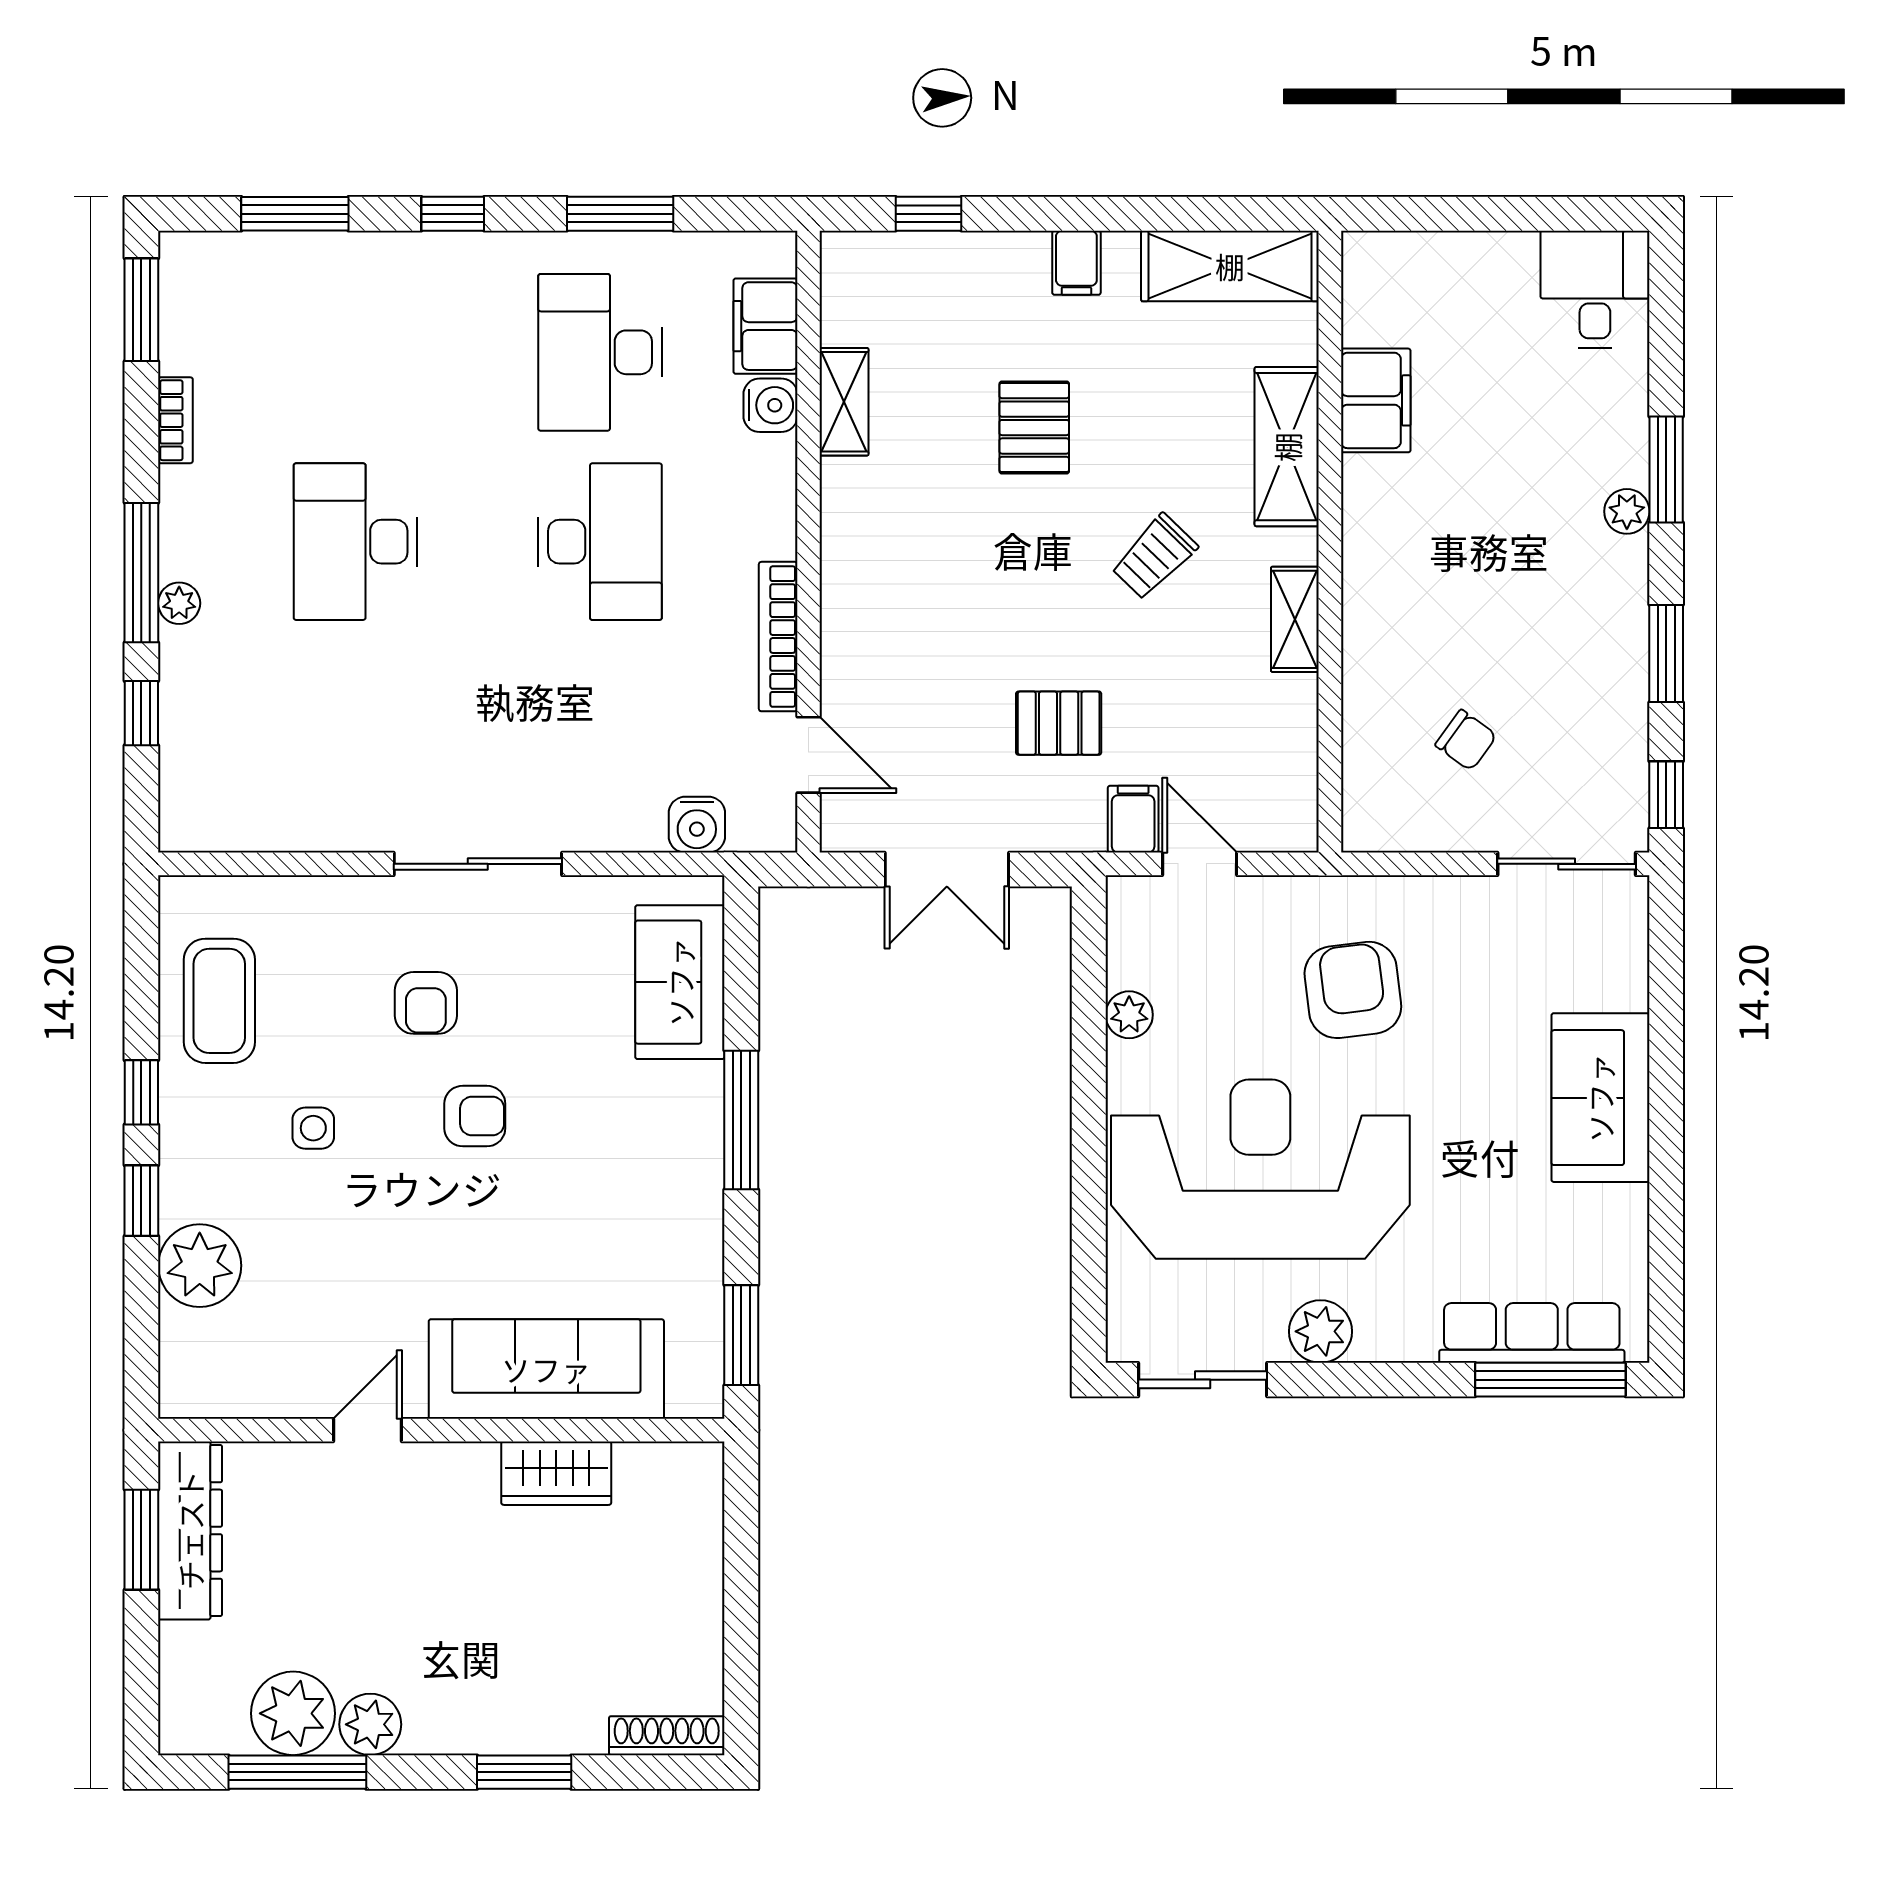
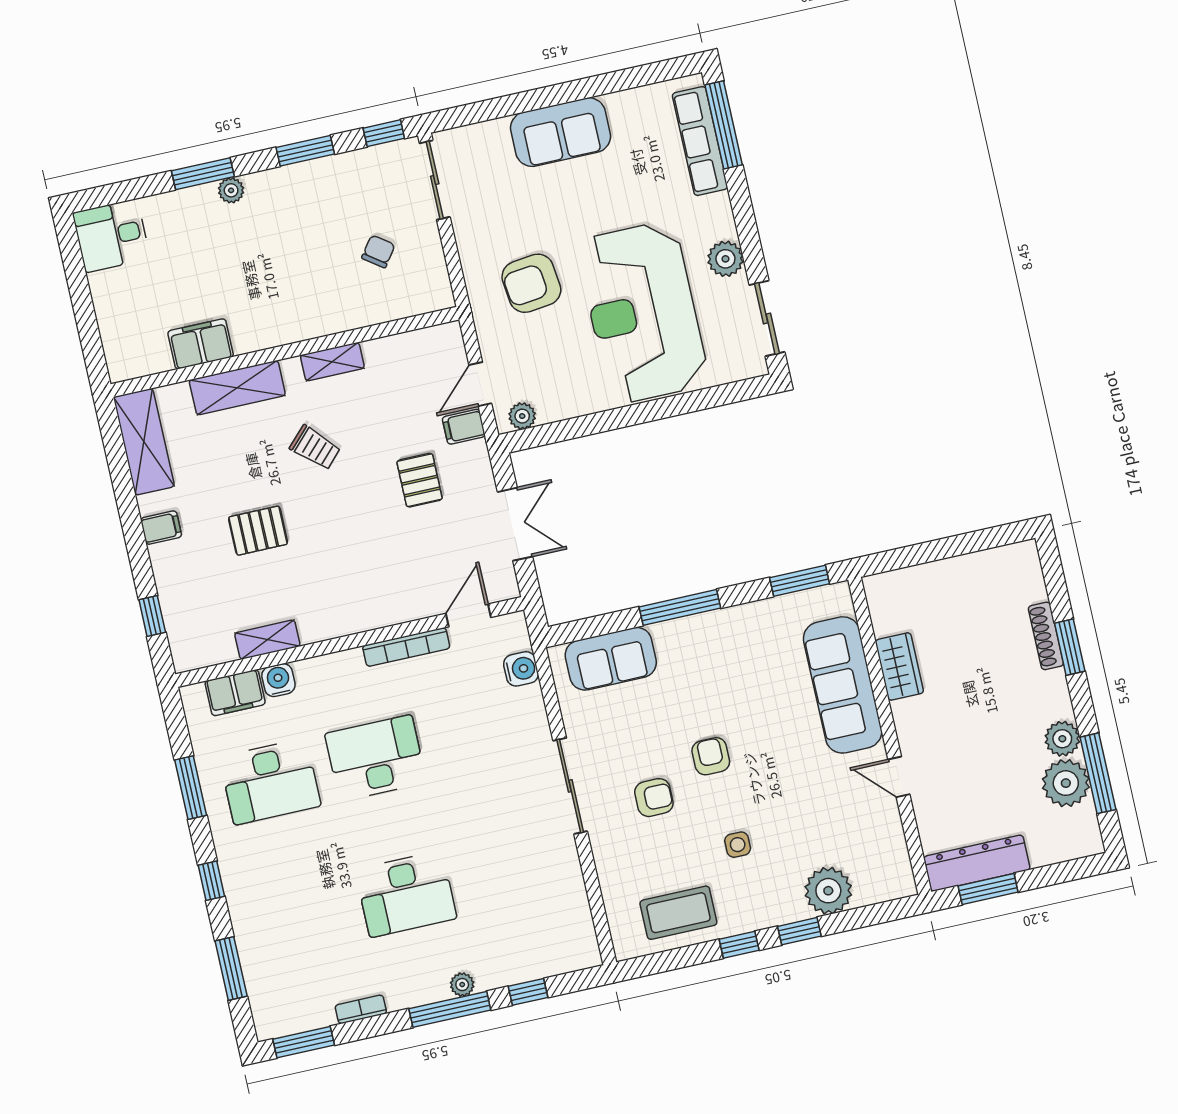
plant: (1129, 1015) -> (522, 416), moved
shoe rack: (667, 1736) -> (1046, 636), moved

